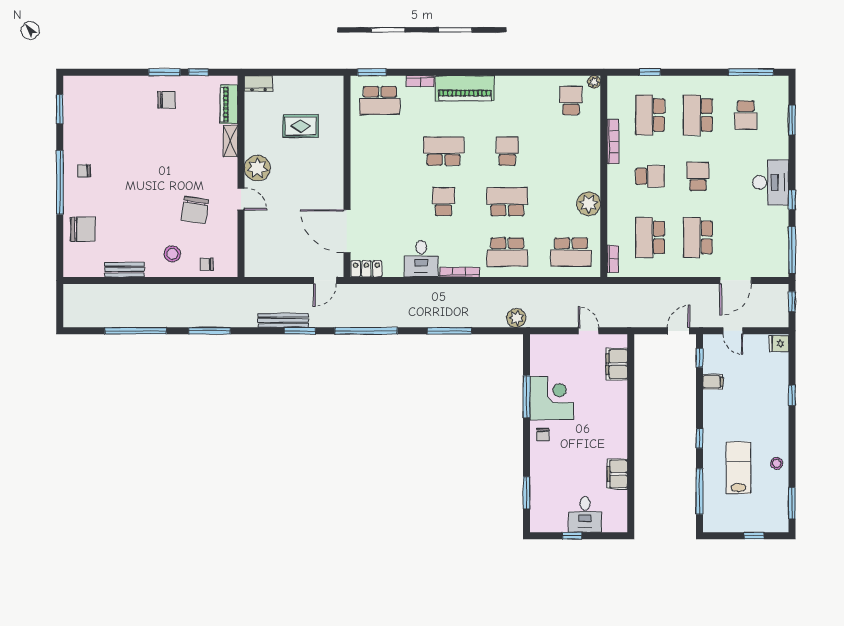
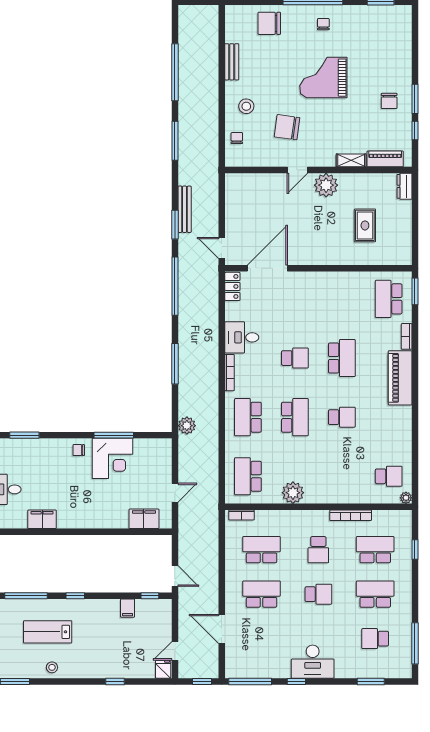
grand piano: (141, 171) -> (323, 78), added
chair: (83, 229) -> (269, 23), turned 90
door: (733, 331) -> (175, 651), moved
lab bench: (739, 468) -> (48, 632), turned 180

